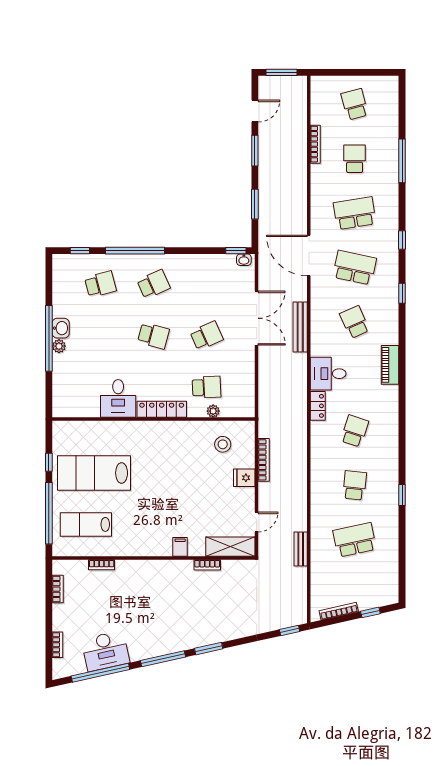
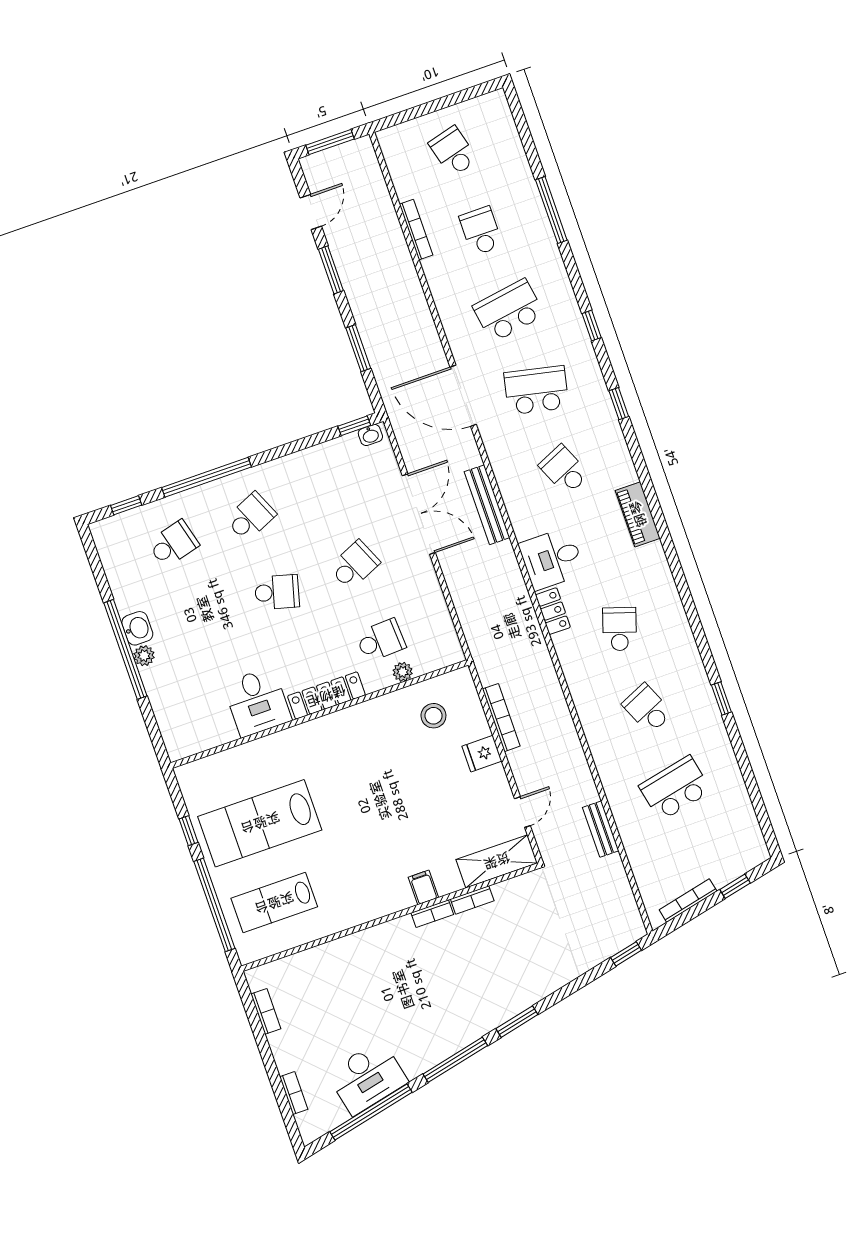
school desk: (355, 485) -> (647, 709), turned -30
bookcase: (102, 565) -> (432, 914), moved

